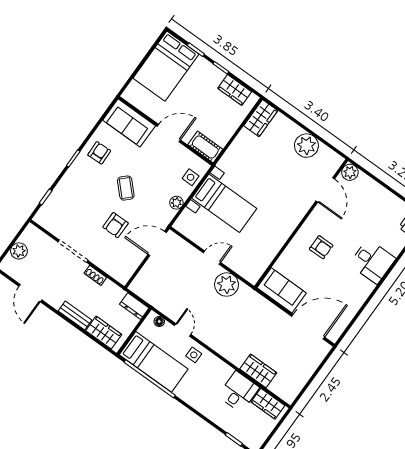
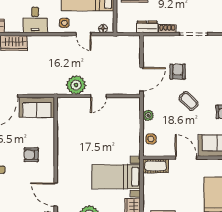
door: (169, 133) -> (186, 158), swing flipped
bed with nightstands: (224, 203) -> (116, 177), moved
dresser: (134, 306) -> (147, 27), moved
desk: (239, 392) -> (35, 20), moved

